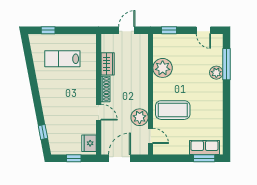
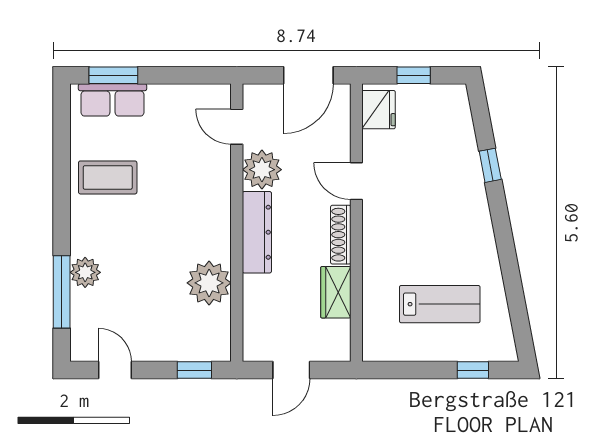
dresser: (142, 90) -> (257, 232), added
coffee table: (173, 110) -> (108, 177), moved, width x0.73, depth x0.76
window: (43, 132) -> (490, 165), moved

